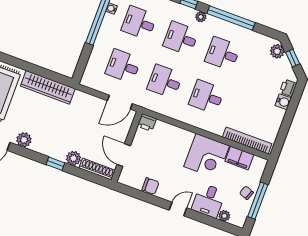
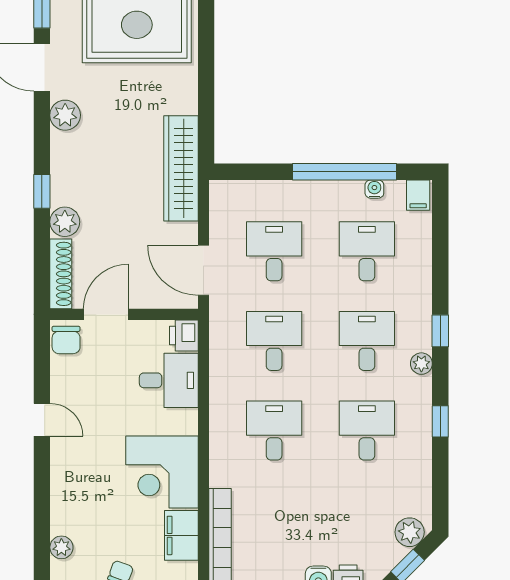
window: (231, 18) -> (440, 421), width x0.32
wardrobe: (48, 87) -> (181, 168), moved
chair: (150, 186) -> (66, 340), moved
desk: (208, 201) -> (169, 380), moved, turned 180
door: (178, 209) -> (42, 420), moved

